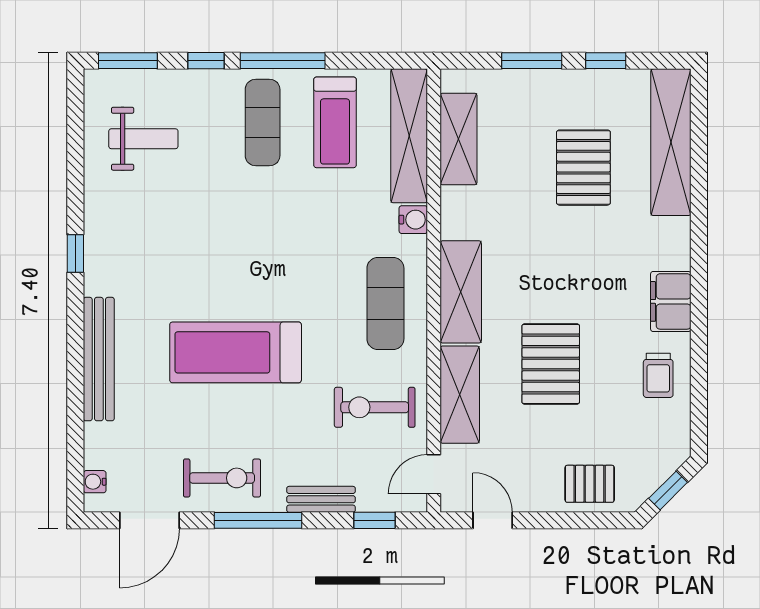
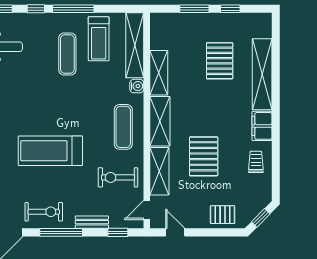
exercise mat: (263, 122) -> (67, 54), moved
shelving: (459, 139) -> (159, 73), moved
shelving: (671, 142) -> (262, 74), moved
trolley: (658, 375) -> (256, 162), turned 180

